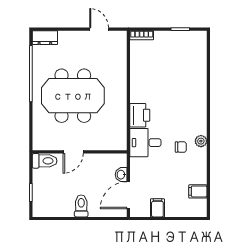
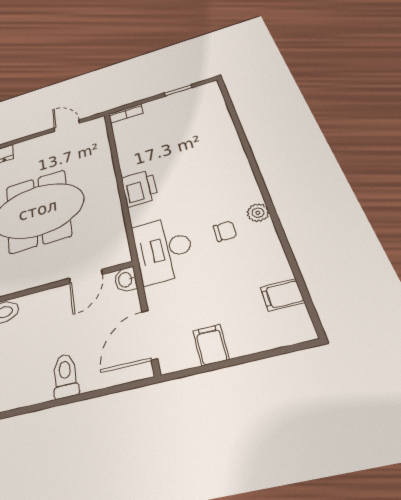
printer: (140, 115) -> (140, 188), moved
desk: (145, 143) -> (163, 249), width x1.37
door: (73, 152) -> (86, 276), moved
washbasin: (121, 175) -> (126, 280), moved

